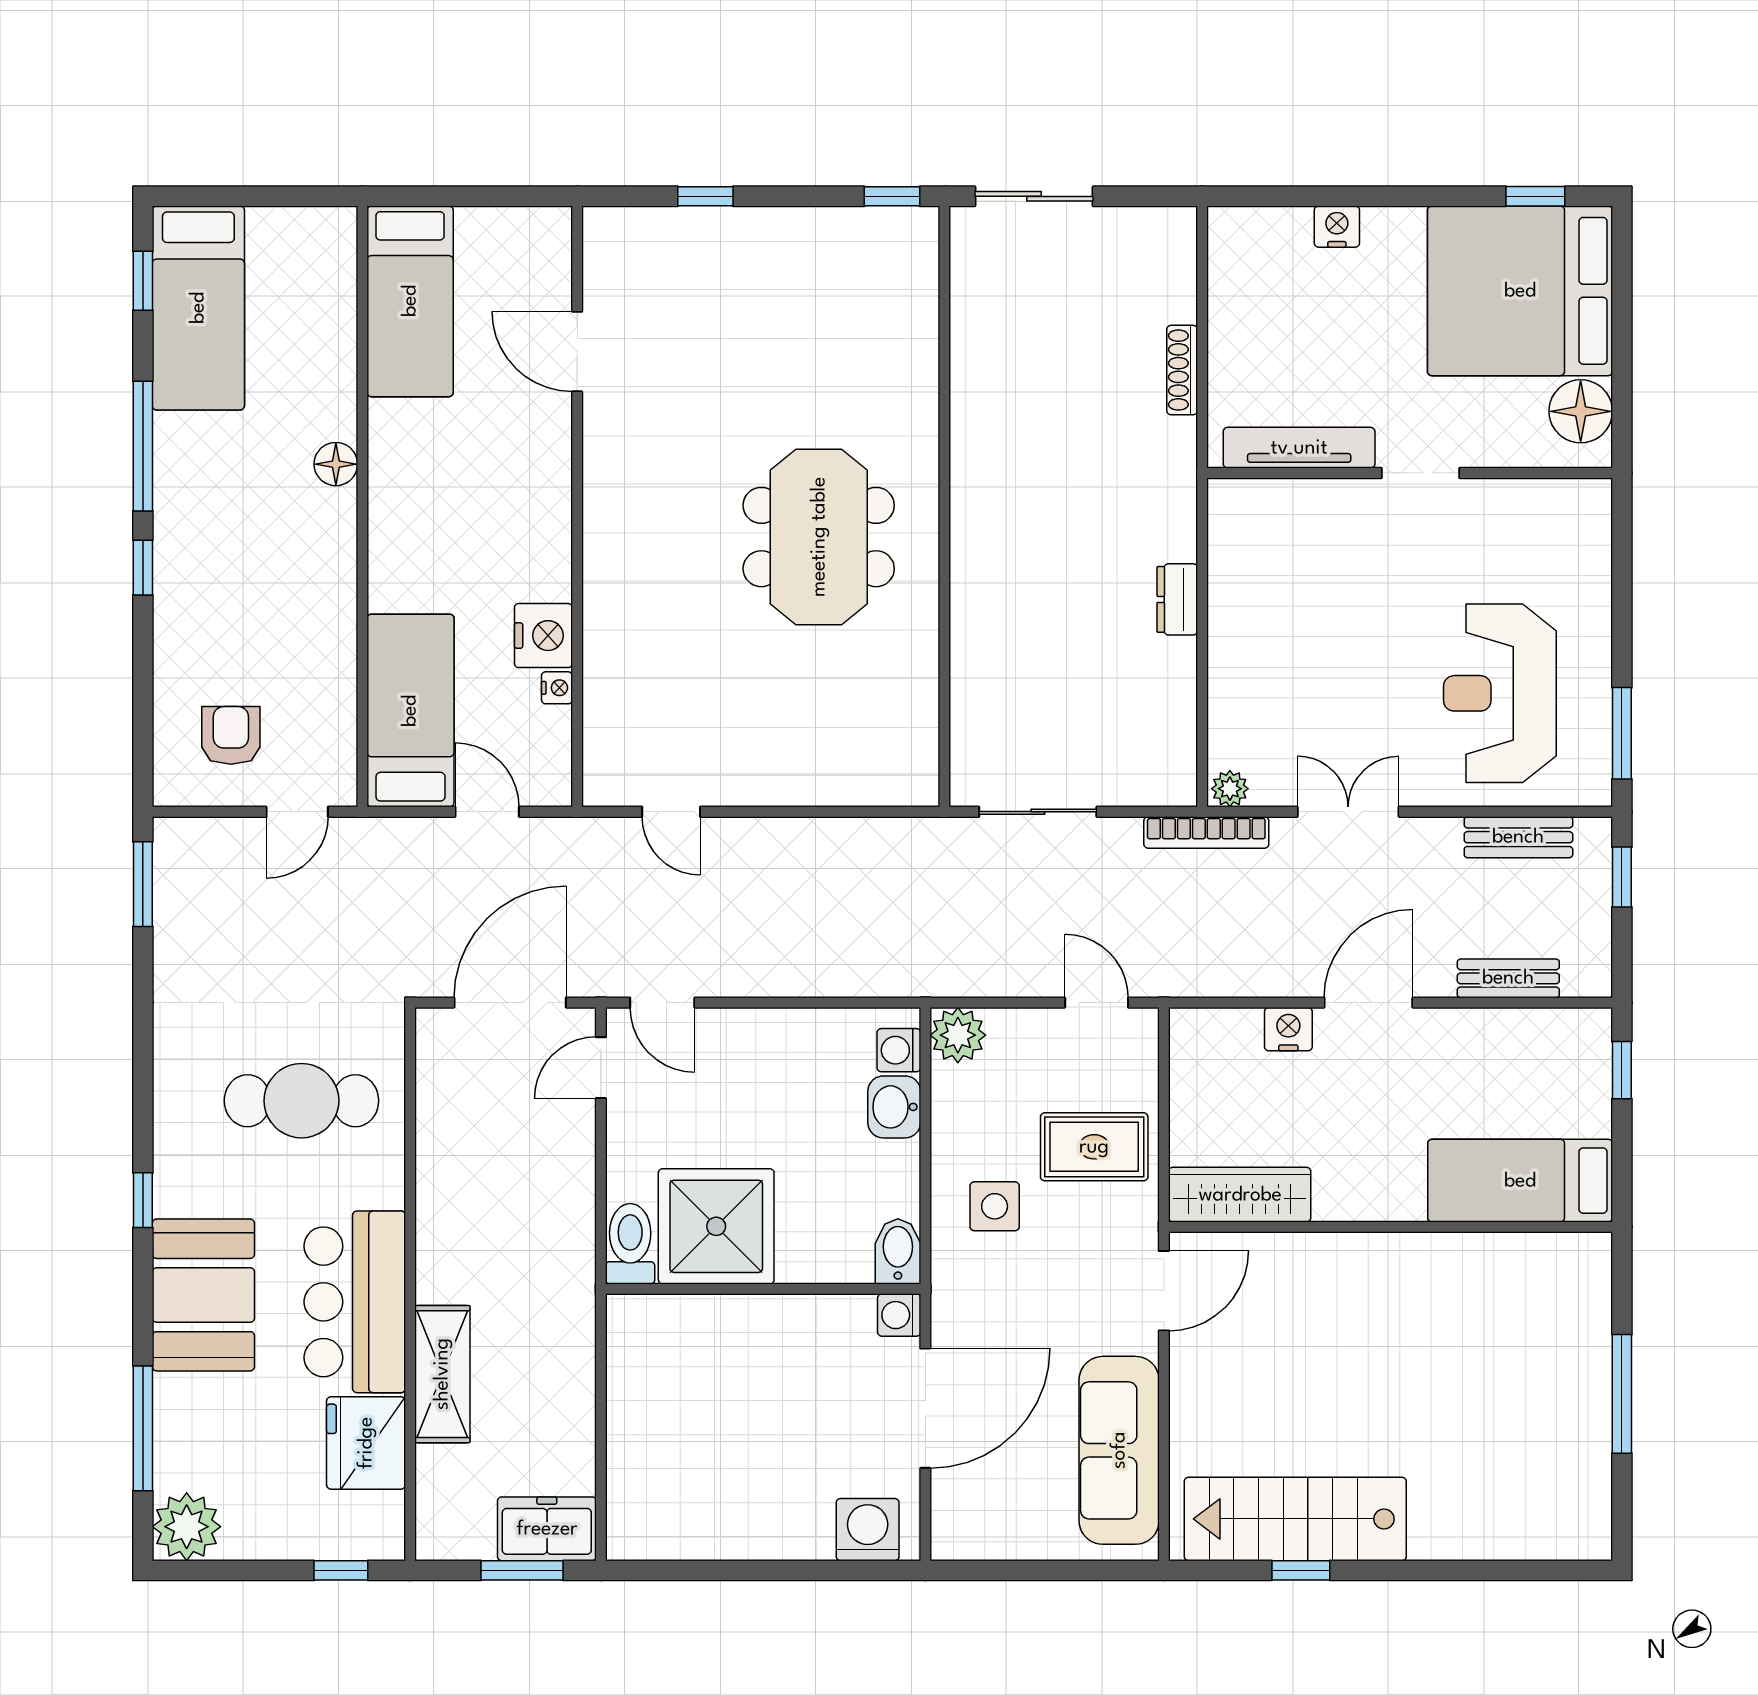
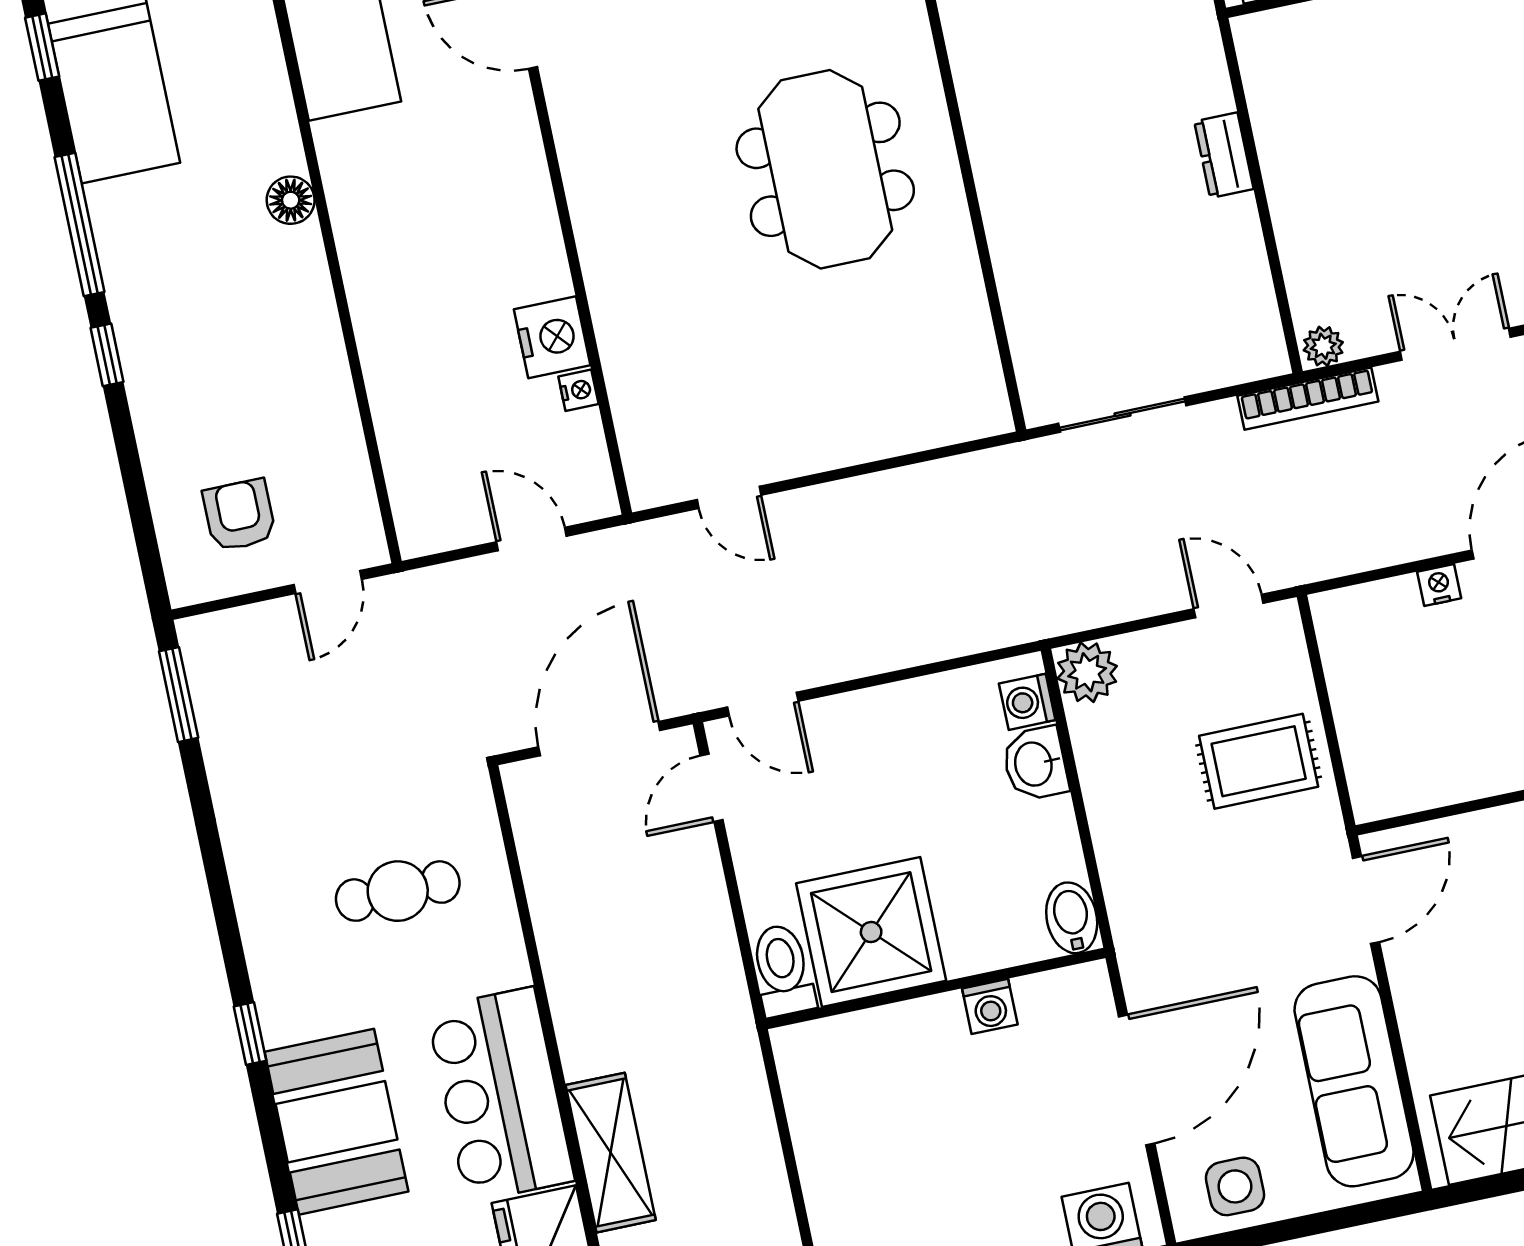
bed: (410, 711) -> (426, 448), removed
nightstand: (1288, 1029) -> (1439, 585), width x0.72, depth x0.74
cafe table: (301, 1101) -> (398, 891), width x0.73, depth x0.74
wardrobe: (1240, 1195) -> (1426, 780), removed
side table: (995, 1206) -> (1235, 1186), moved
washing machine: (899, 1315) -> (990, 1006), moved, turned -90

